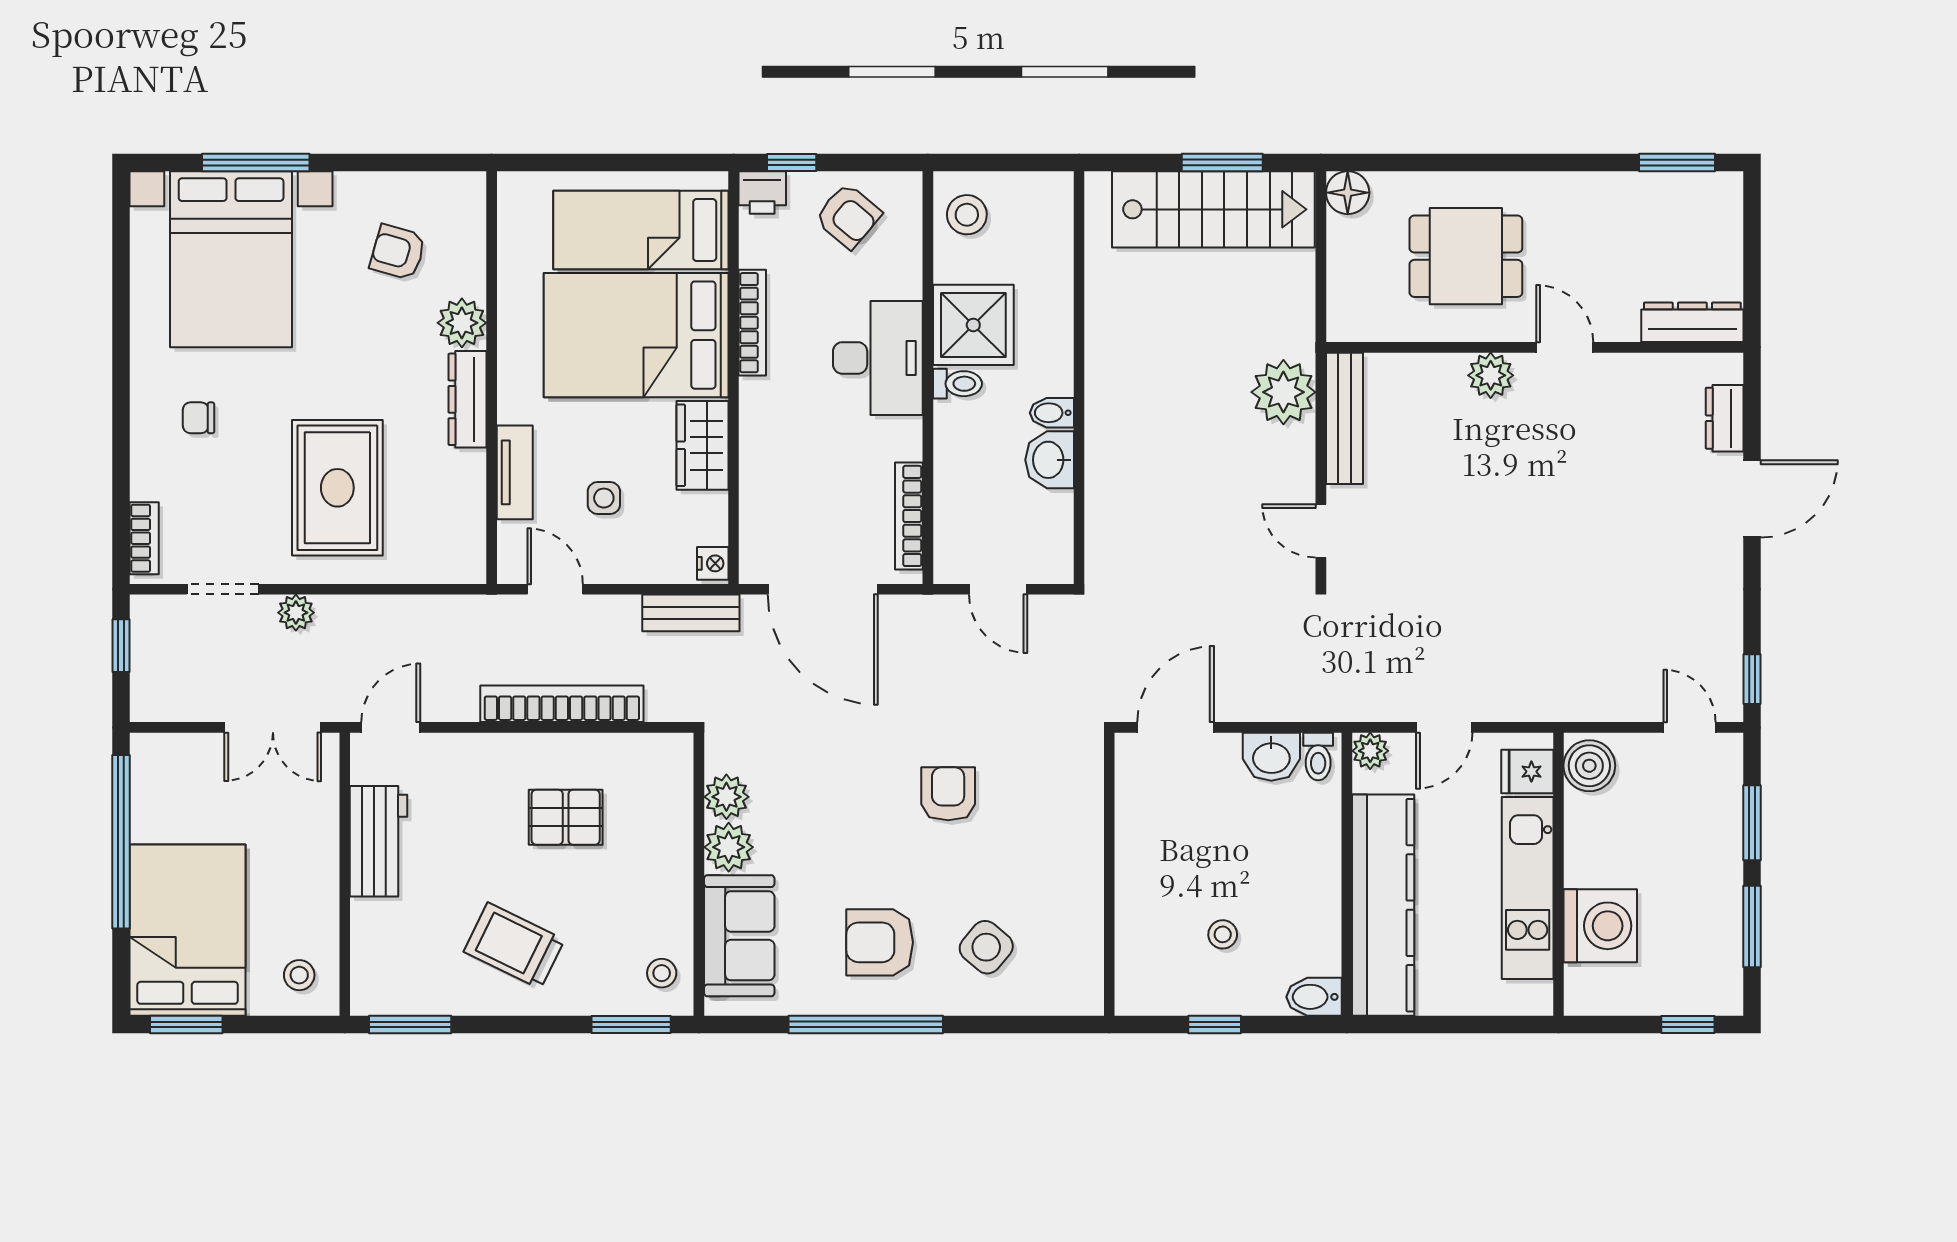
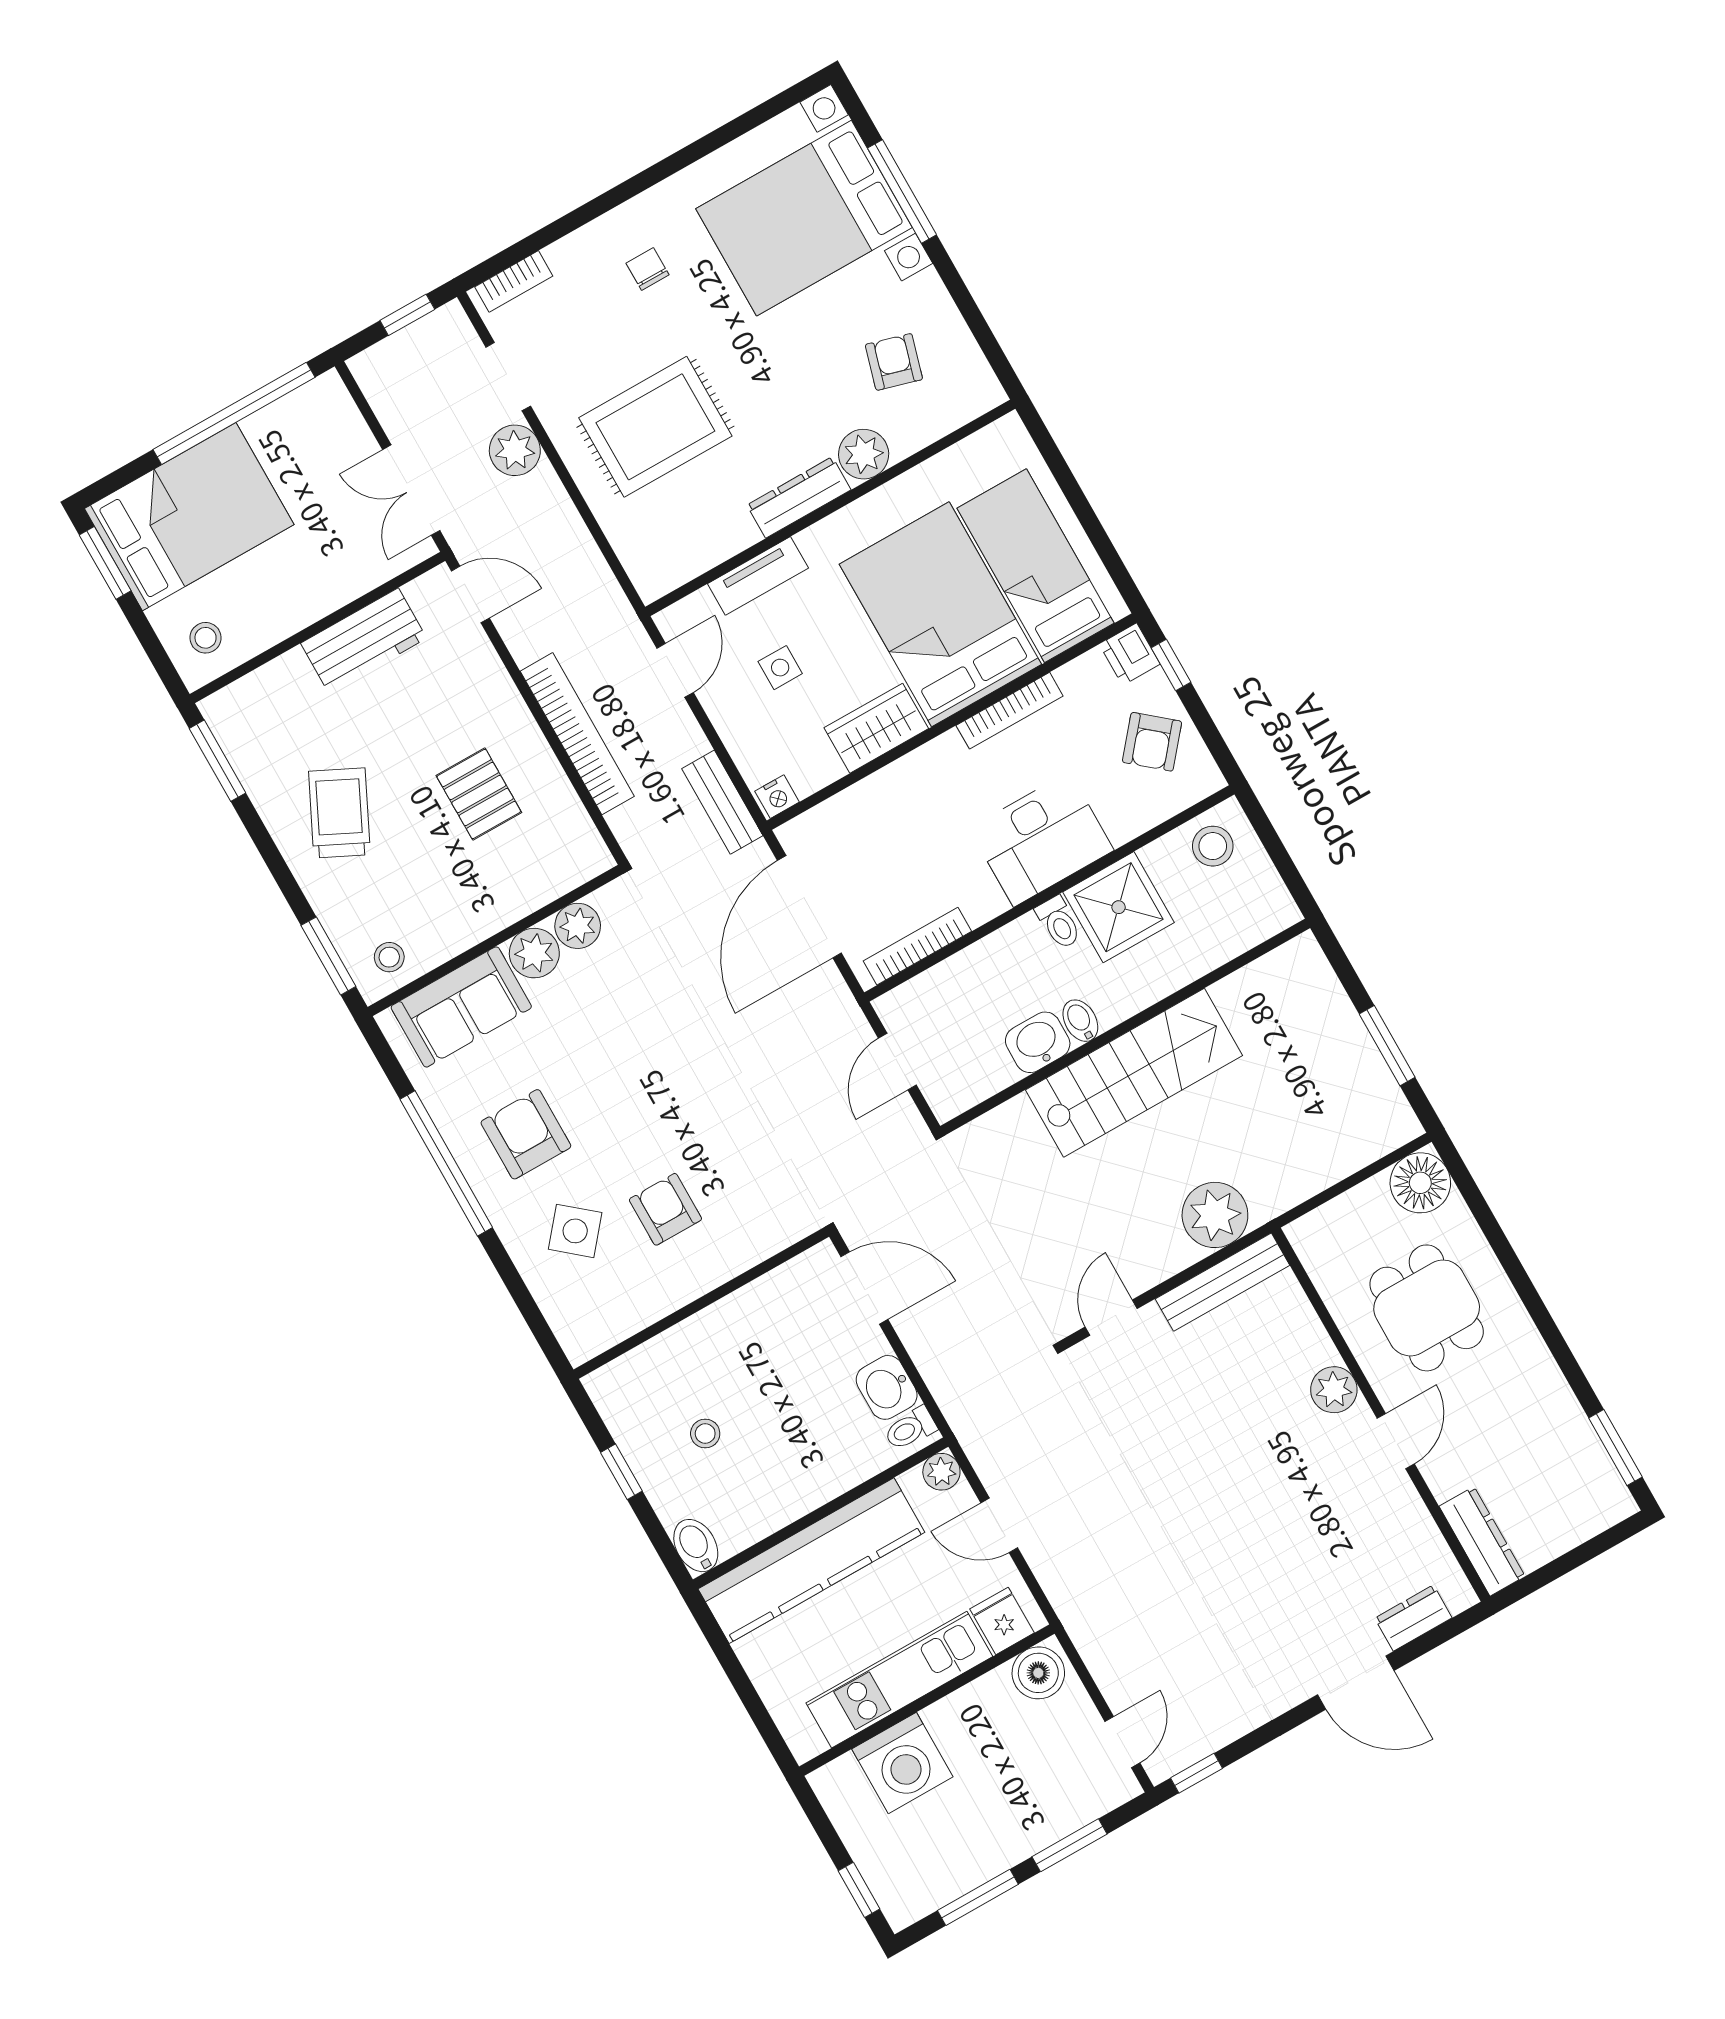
floor lamp: (1348, 193) -> (1420, 1183), width x1.38, depth x1.38
stairs: (1213, 209) -> (1134, 1073), moved, turned -90
plant: (296, 613) -> (515, 450), width x1.38, depth x1.38
armchair: (948, 794) -> (665, 1209), moved, turned -90

